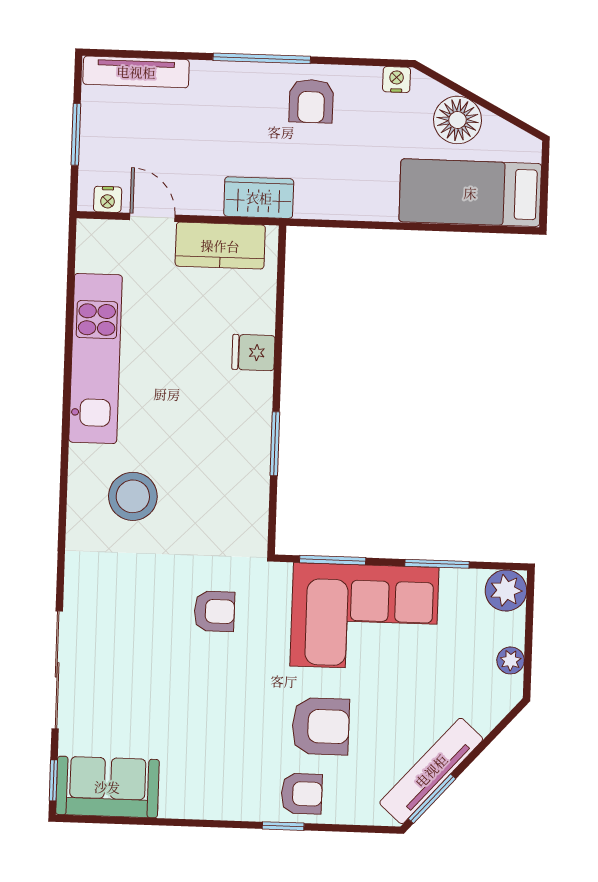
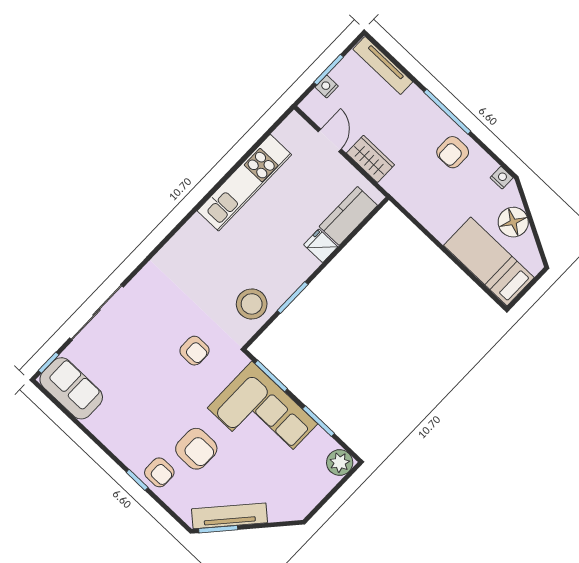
wardrobe: (259, 198) -> (370, 159), moved
nightstand: (108, 199) -> (327, 87), moved, turned 90
kitchen counter: (220, 246) -> (348, 216), moved, turned 90
stool: (133, 496) -> (252, 304), moved
plant: (511, 660) -> (313, 497), removed

